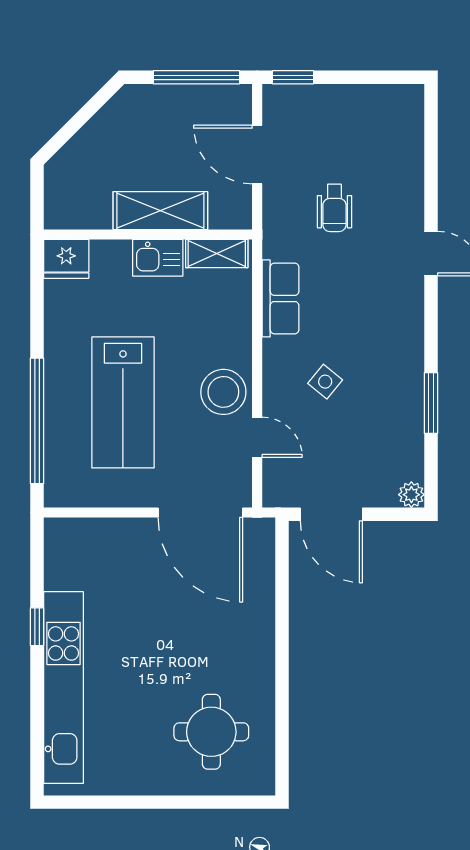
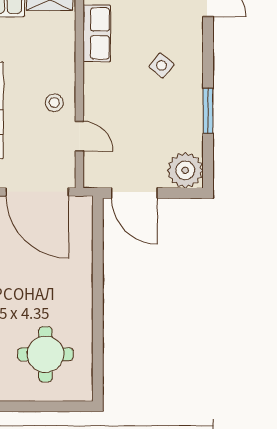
side table: (325, 382) -> (162, 65), moved
stool: (223, 392) -> (54, 103), width x0.53, depth x0.53
plant: (411, 495) -> (185, 170), width x1.88, depth x1.88

